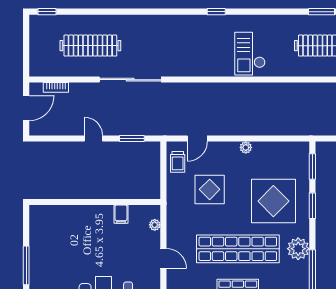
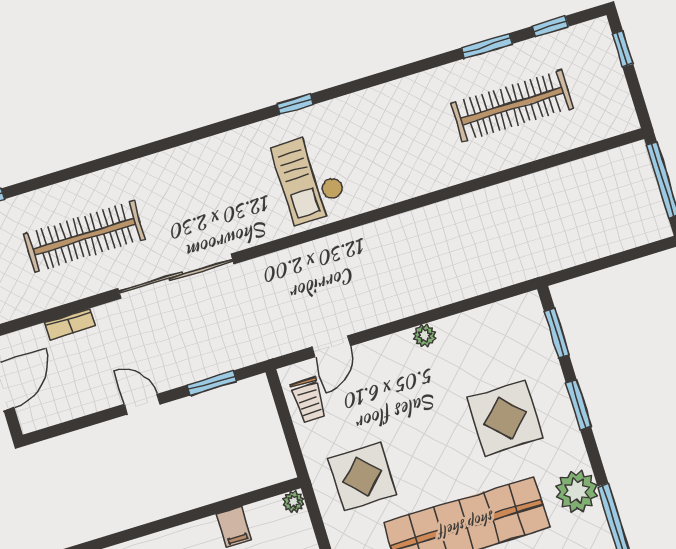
checkout: (250, 54) -> (310, 178), moved
bookcase: (56, 87) -> (70, 324), moved
display table: (210, 189) -> (362, 476), moved
display table: (273, 201) -> (505, 418), width x0.73, depth x0.73
plant: (155, 225) -> (294, 502), moved

